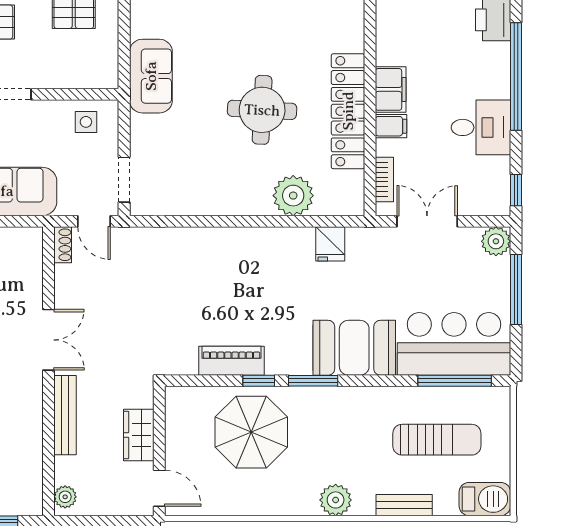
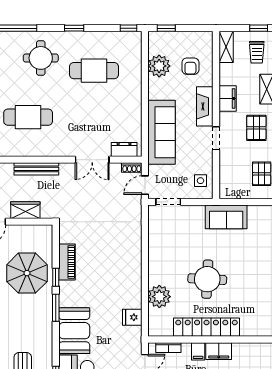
dresser: (30, 259) -> (124, 149), added
double door: (48, 340) -> (92, 160), moved

